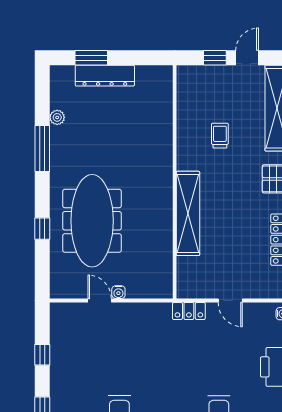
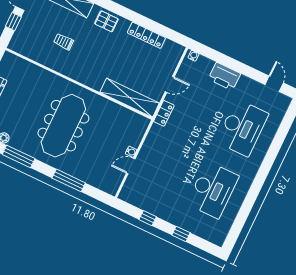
shelving: (188, 213) -> (130, 98), moved
meeting table: (92, 221) -> (63, 126), moved, turned 90
window: (42, 229) -> (69, 180), width x2.17

